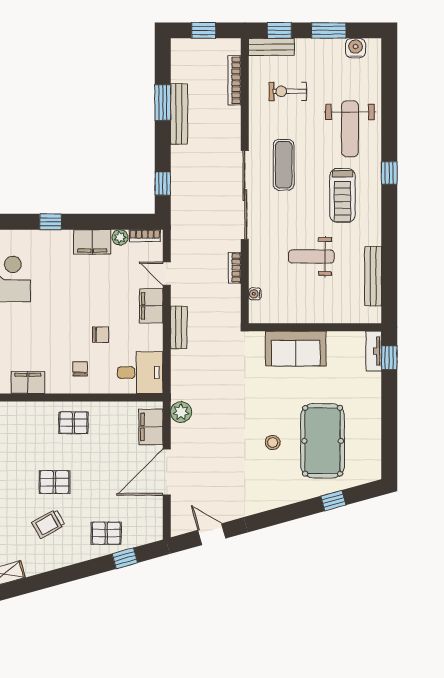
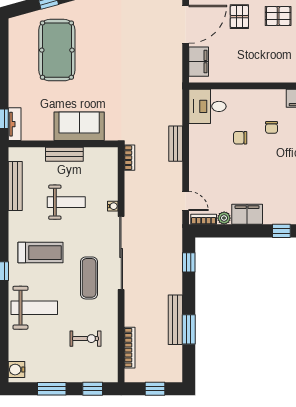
bench: (271, 47) -> (64, 154), moved
water cooler: (356, 48) -> (16, 370), moved, turned 90
weight bench: (350, 129) -> (34, 308), turned 90
treadmill: (342, 195) -> (41, 253), turned 90
bookcase: (235, 268) -> (129, 158), moved
door: (167, 274) -> (186, 201), moved
water cooler: (255, 294) -> (113, 206), moved
filing cabinet: (151, 306) -> (198, 161), removed
chair: (80, 369) -> (272, 127), moved
plant: (181, 412) -> (174, 74), removed
pallet: (73, 423) -> (239, 17), moved, turned 90
stool: (273, 442) -> (98, 49), removed

